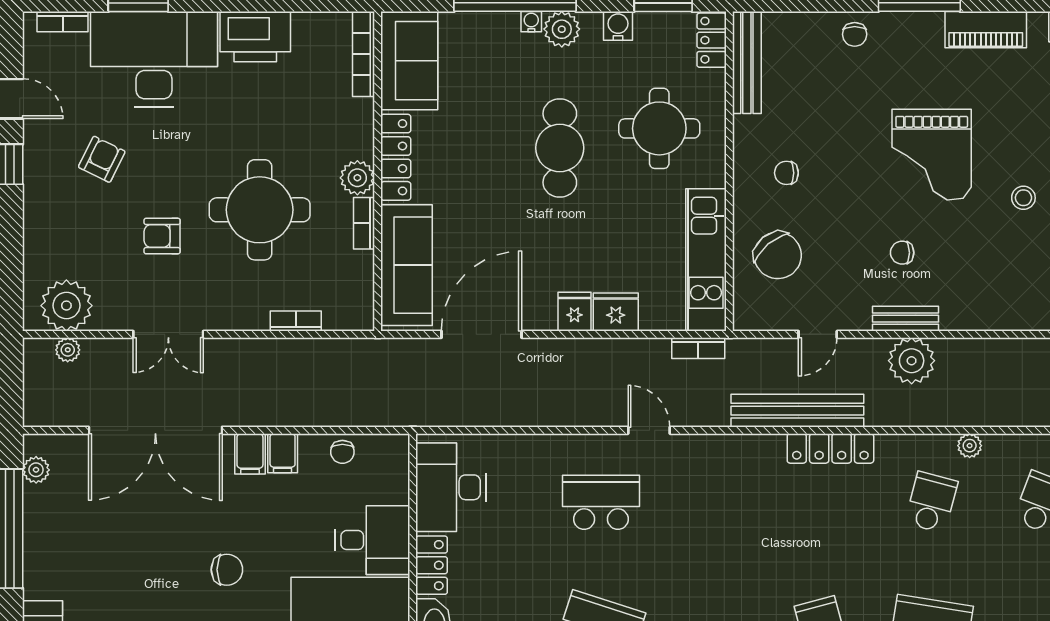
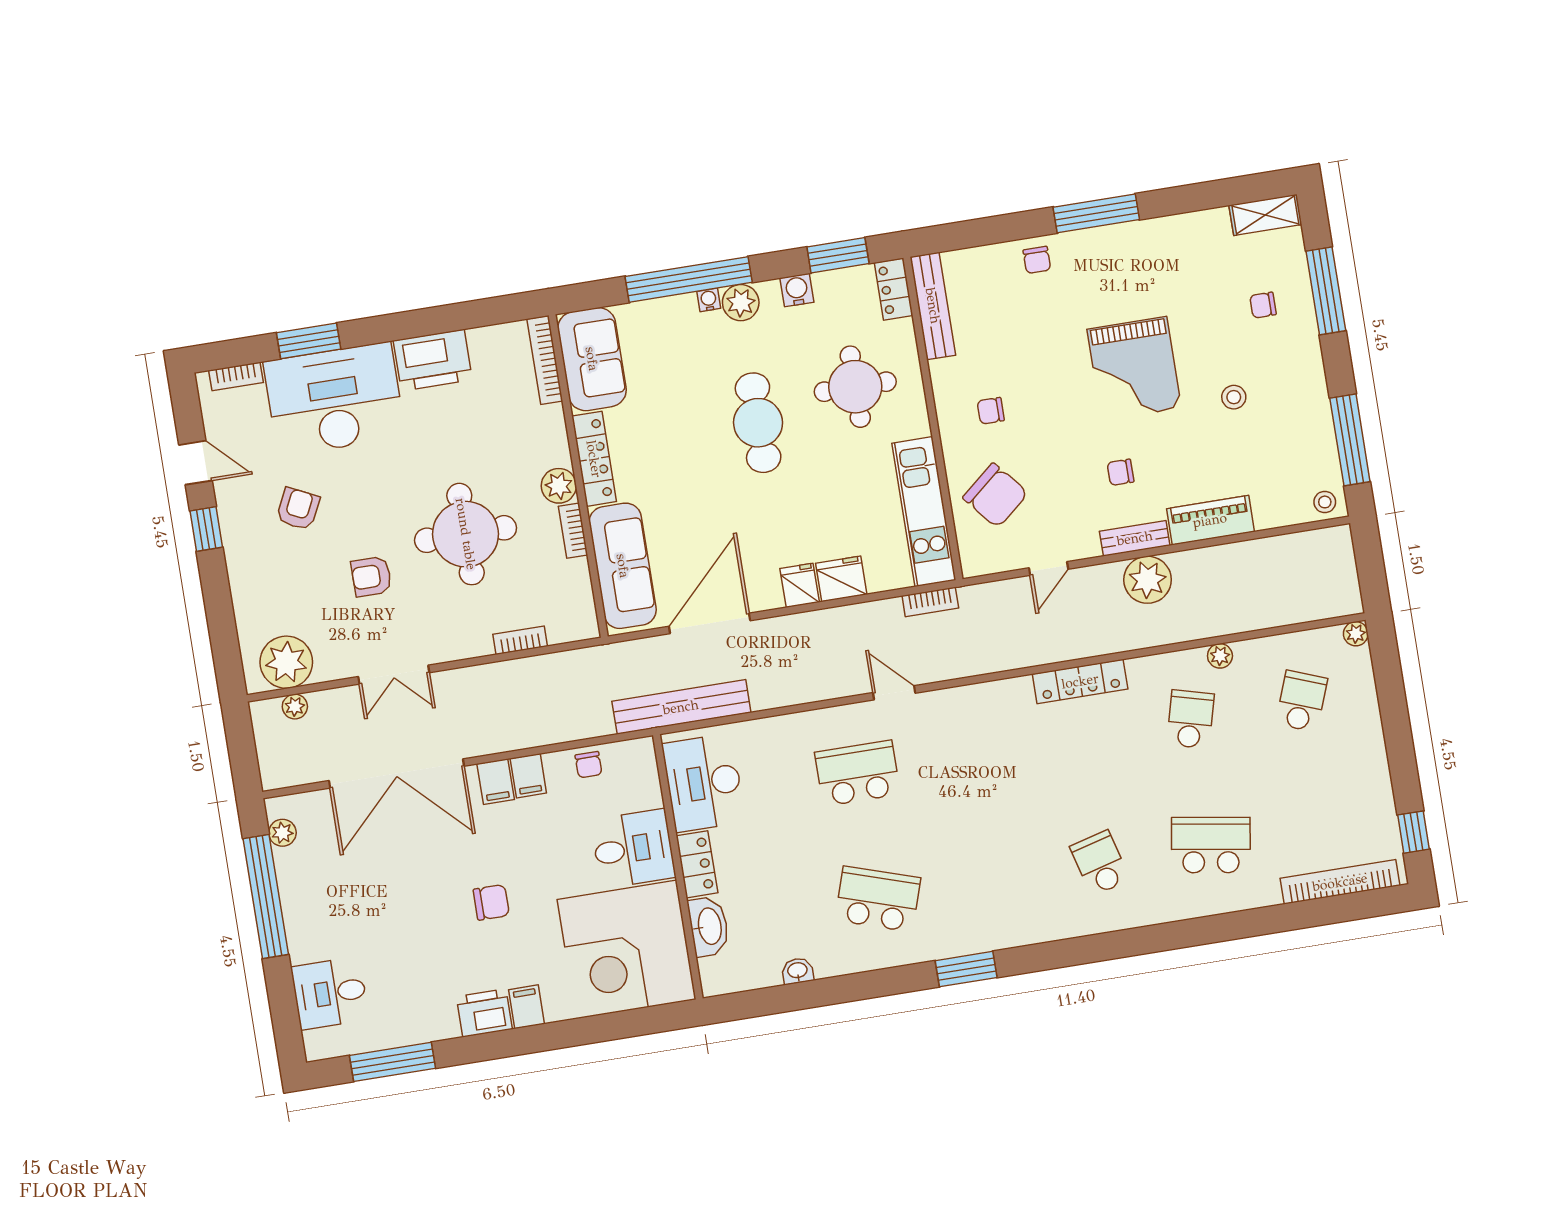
piano: (986, 30) -> (1210, 520), moved, turned 180
bench: (797, 411) -> (681, 707), moved

